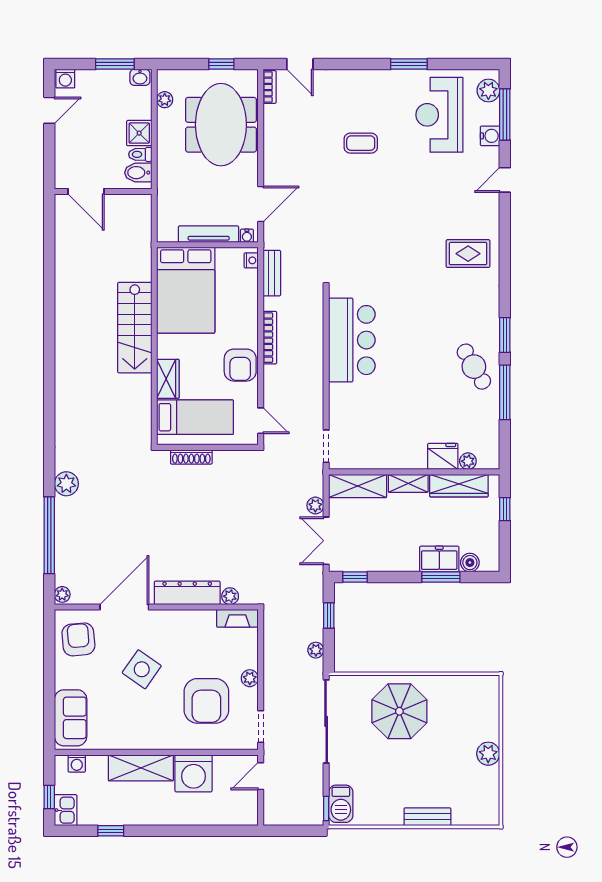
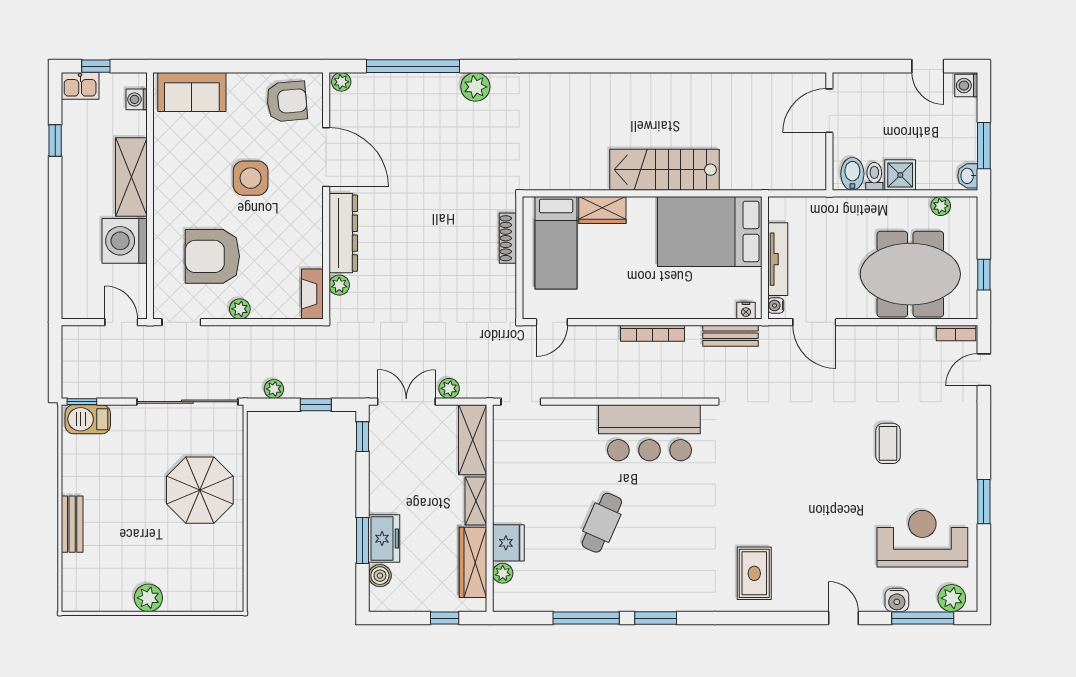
armchair: (240, 365) -> (619, 297), removed
cafe table: (474, 367) -> (602, 523), moved, turned -36
side table: (142, 669) -> (251, 178), turned -35

